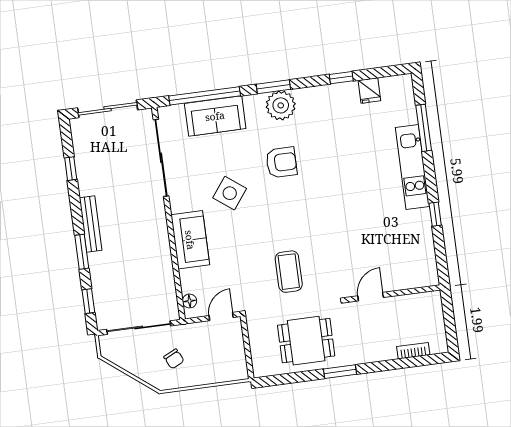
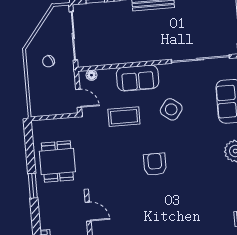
armchair: (281, 162) -> (155, 164), moved, turned 180
coffee table: (289, 272) -> (124, 117), moved

